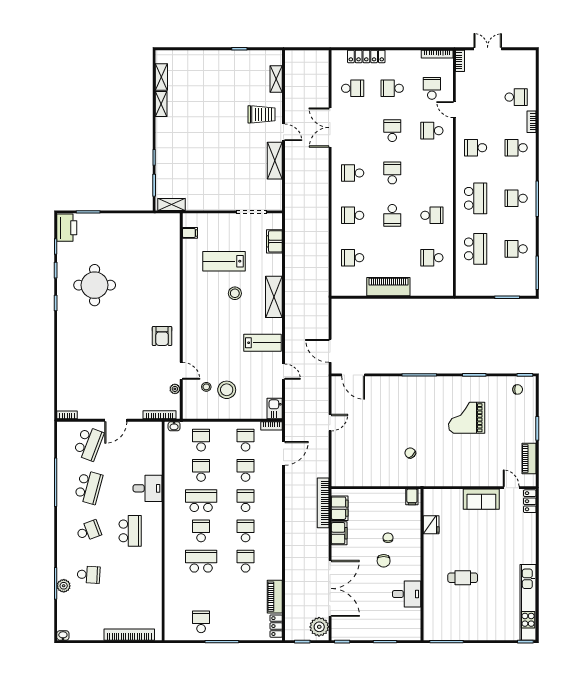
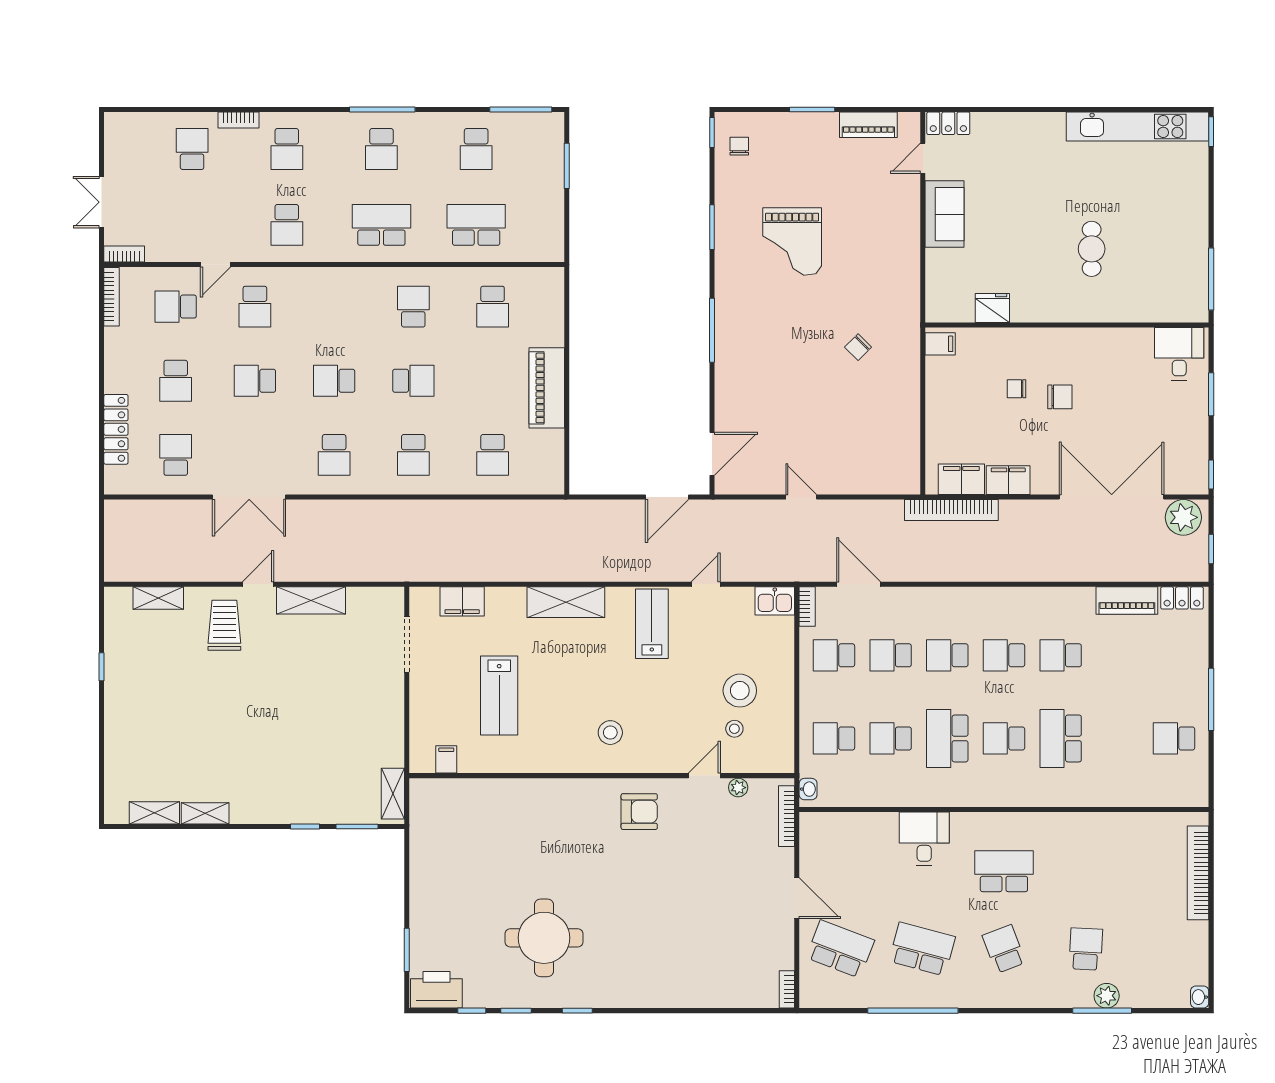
stool: (235, 293) -> (610, 733), moved
desk: (407, 594) -> (1179, 354), moved

